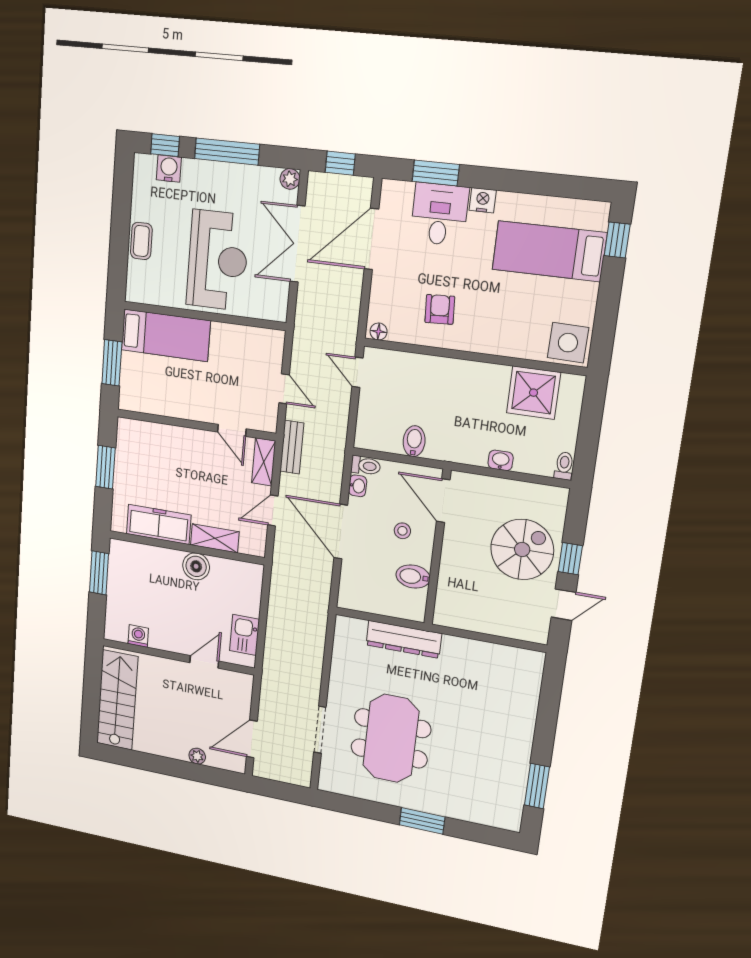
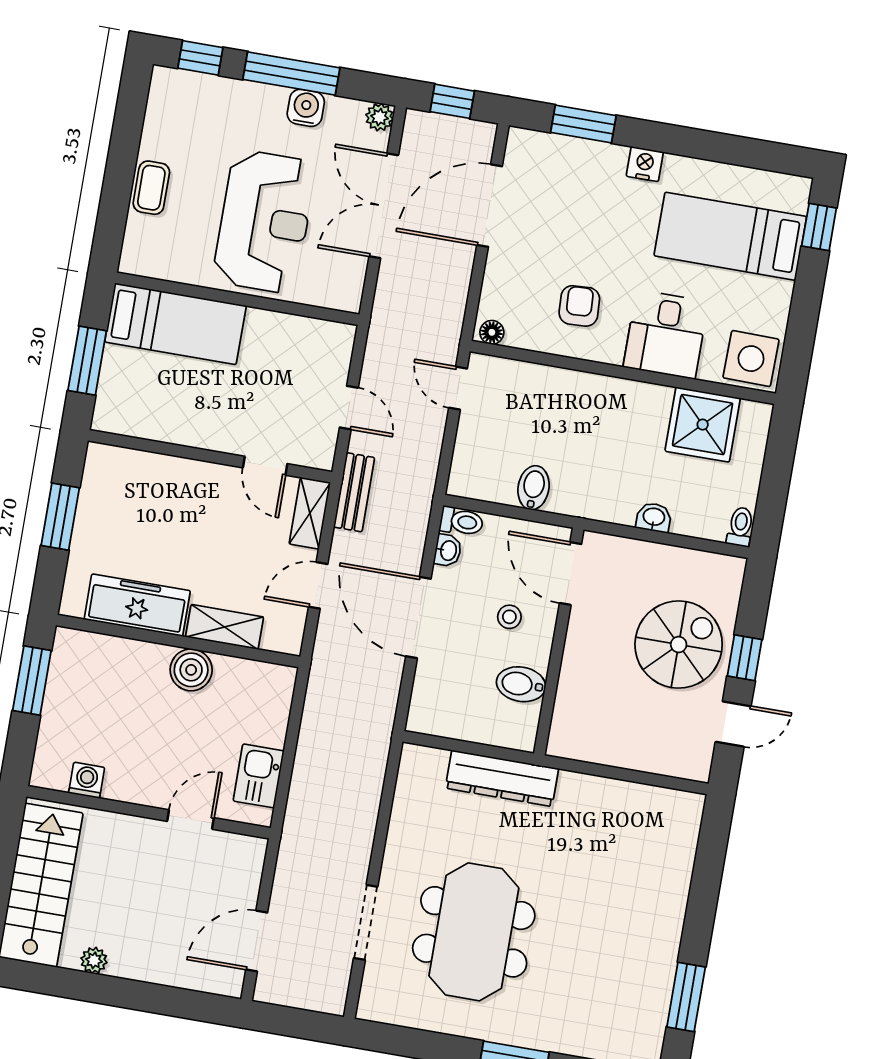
water cooler: (169, 169) -> (306, 108), moved
desk: (439, 214) -> (666, 334), moved, turned 180
plant: (197, 756) -> (94, 960), moved

